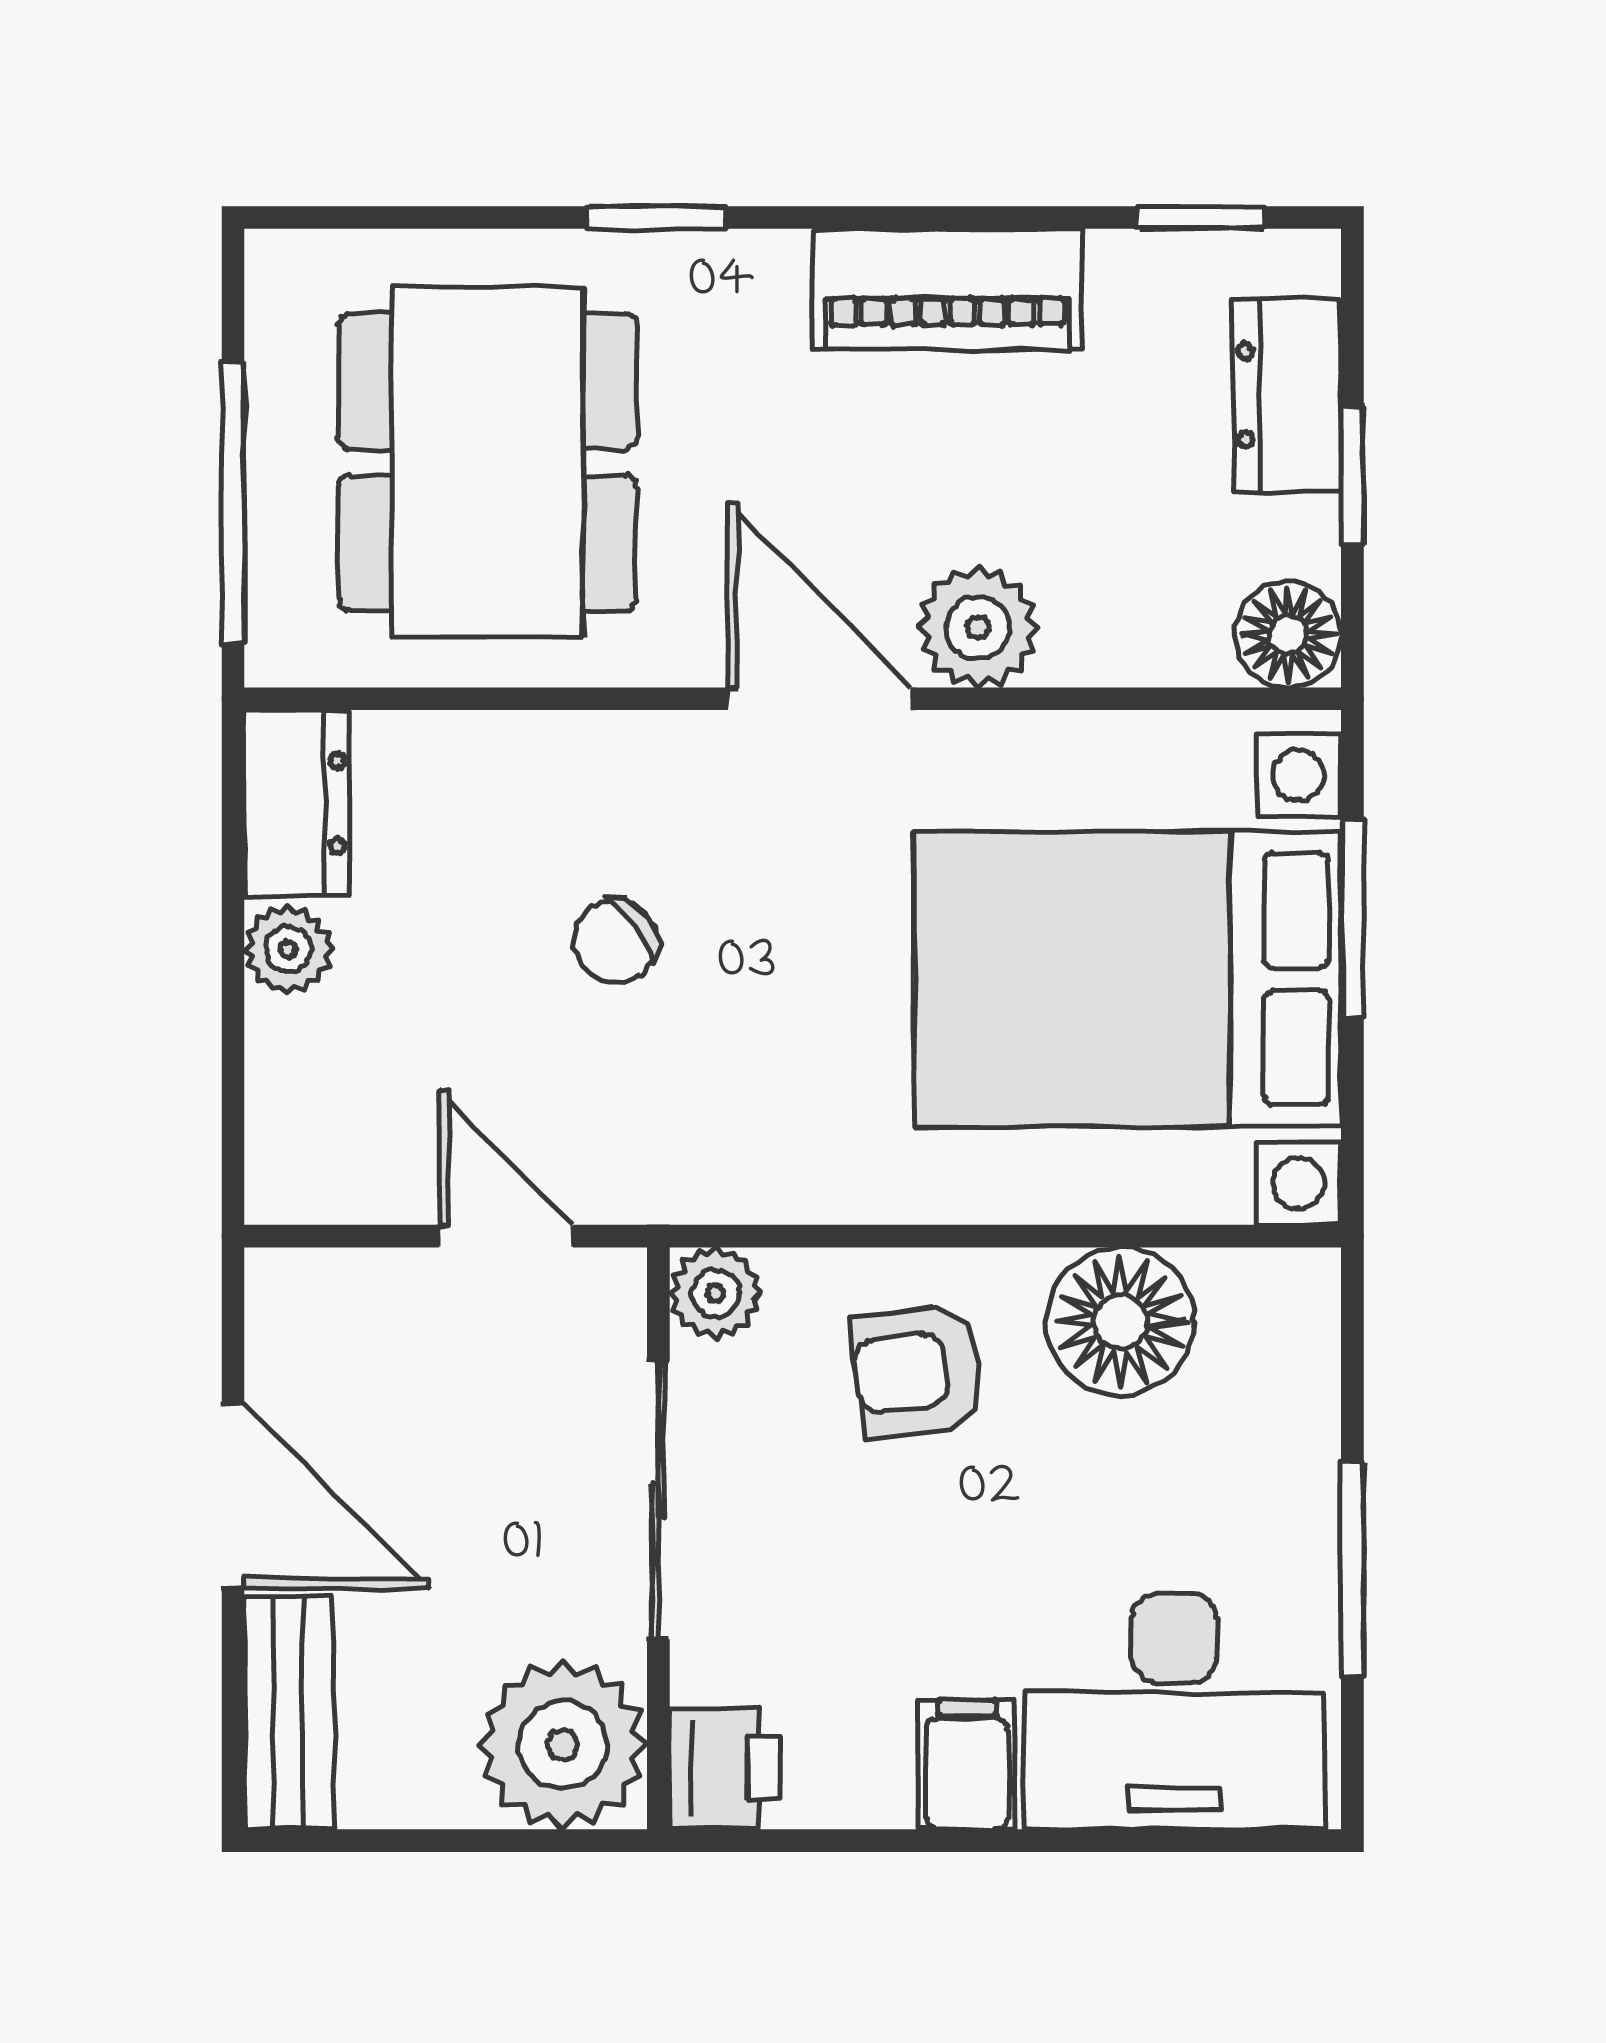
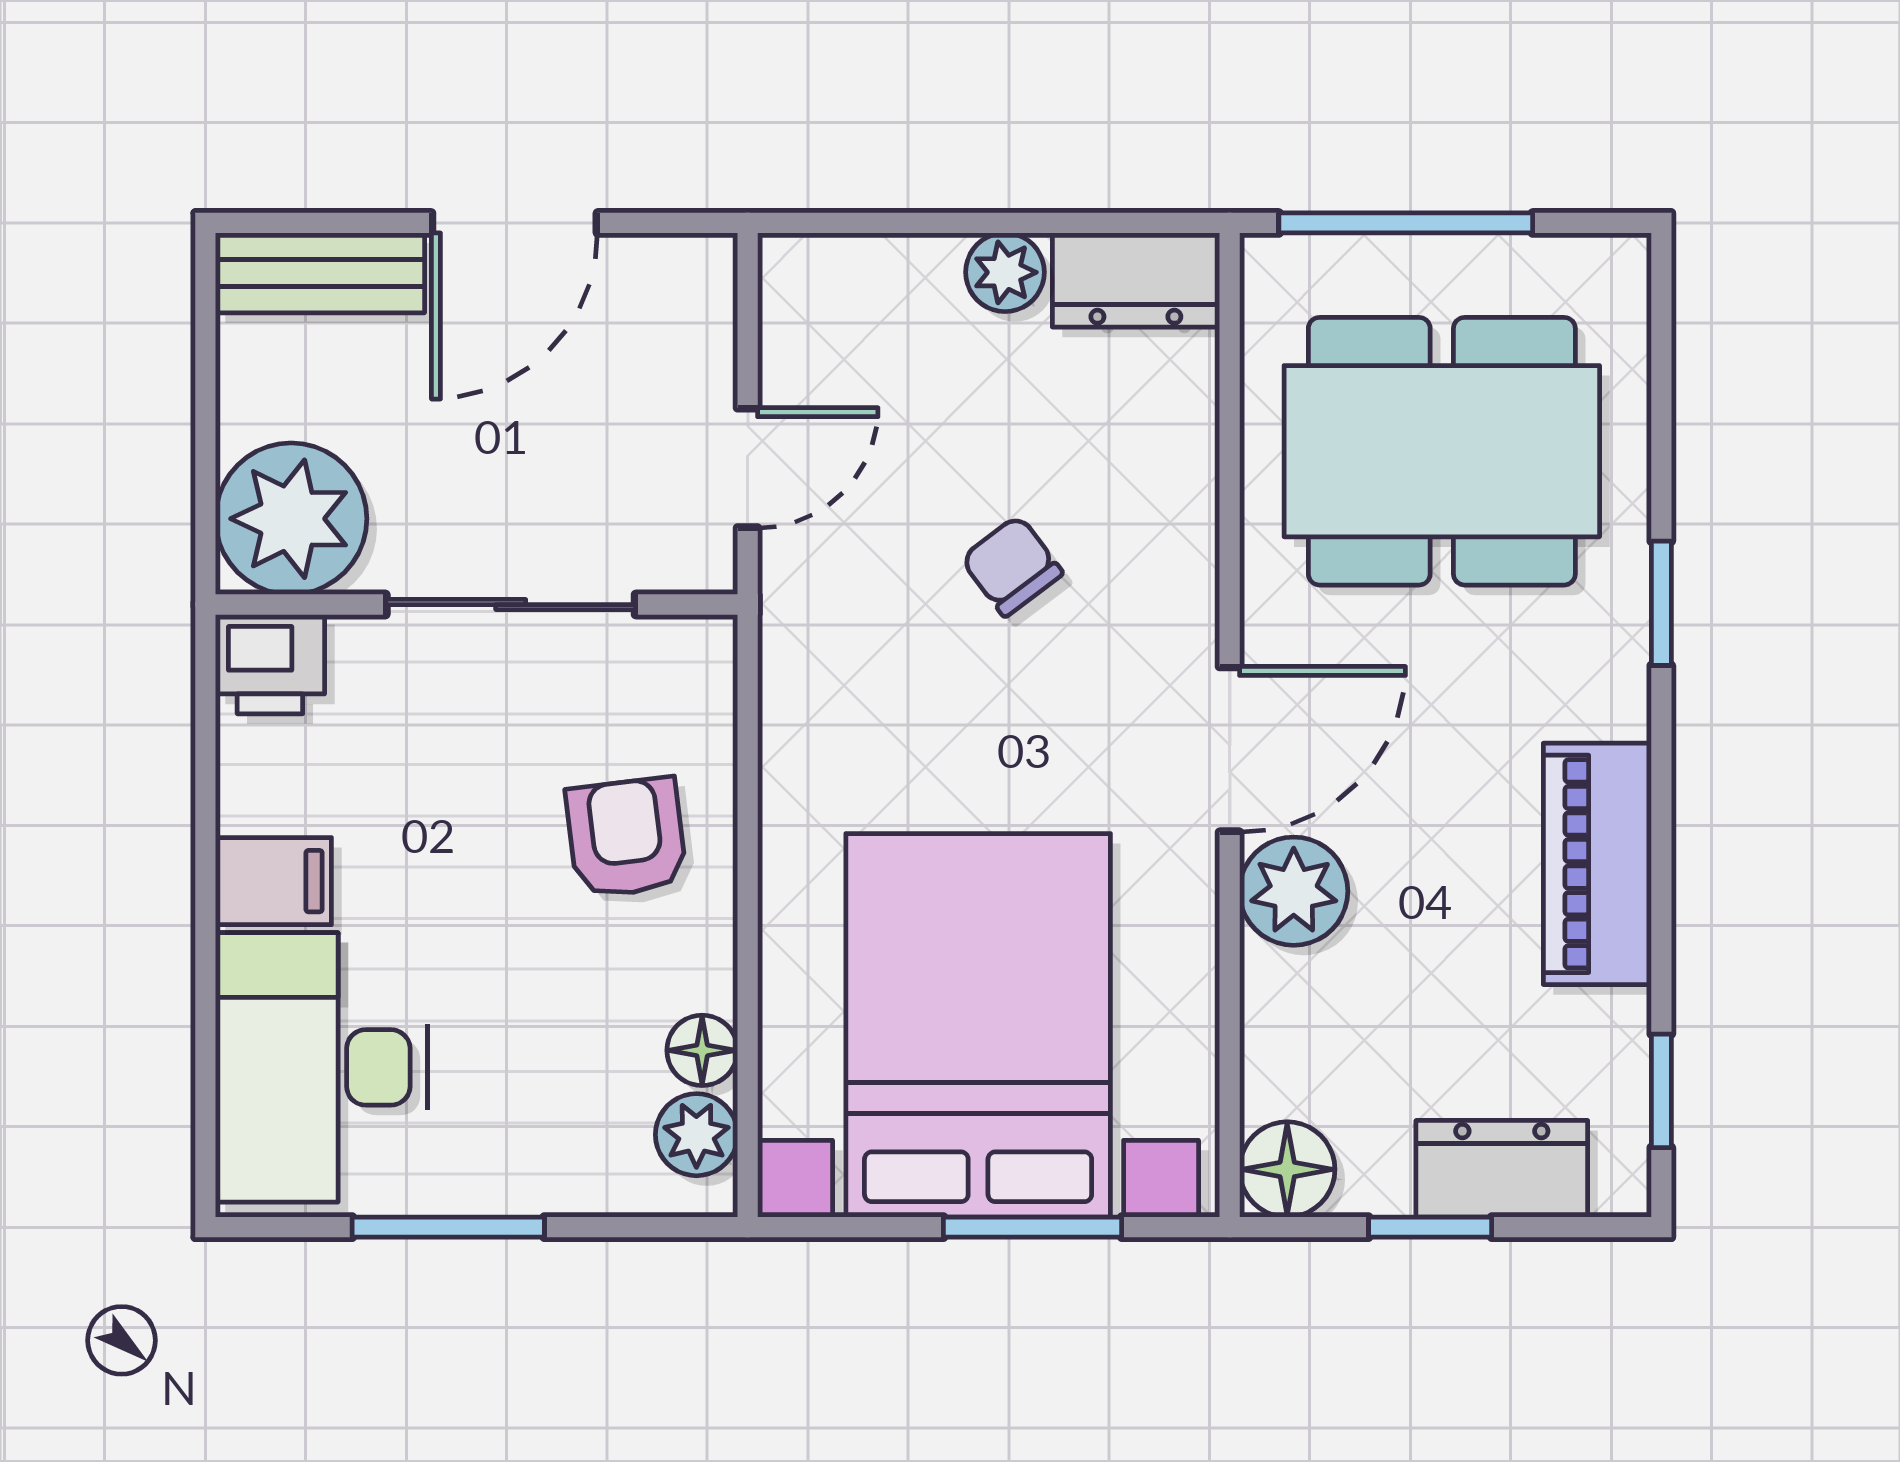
plant: (715, 1293) -> (696, 1135), moved
floor lamp: (1121, 1322) -> (702, 1050), width x0.53, depth x0.53

